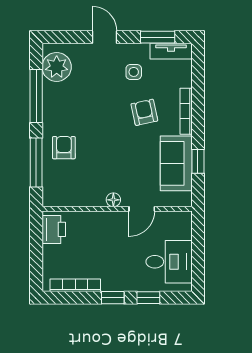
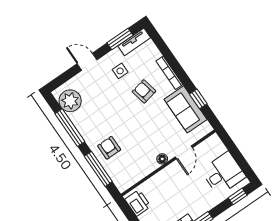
window: (148, 298) -> (238, 196), moved

